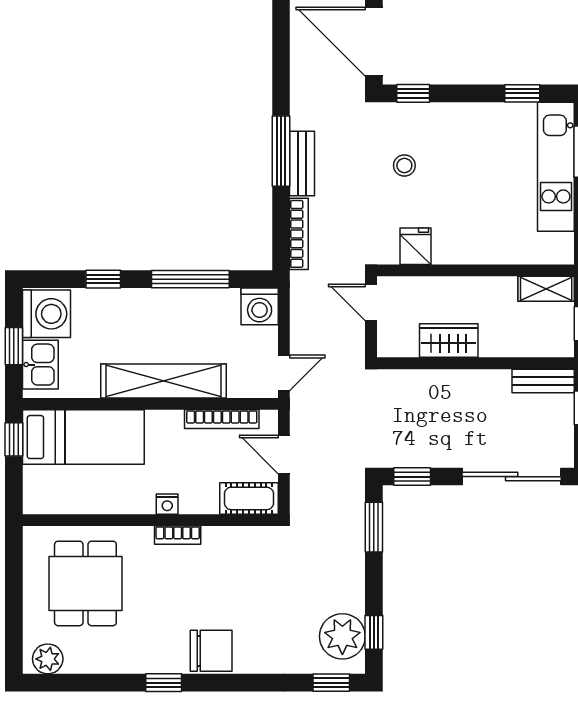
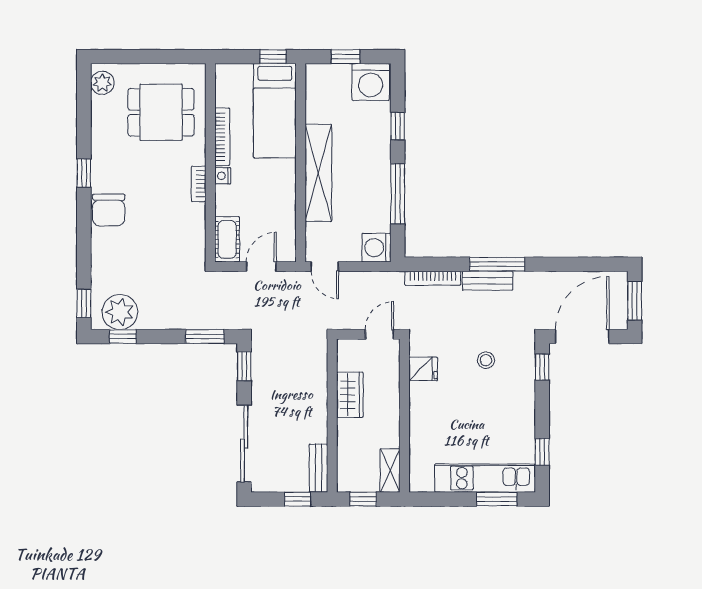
kitchen sink: (40, 365) -> (331, 77), removed
bookcase: (222, 419) -> (222, 137), moved, turned 180

